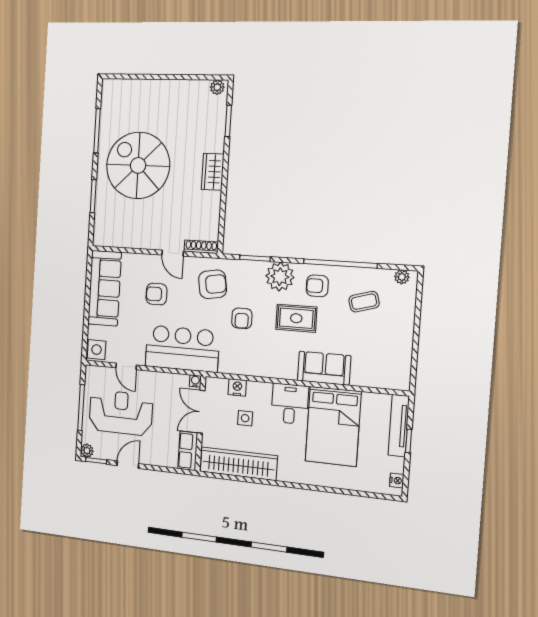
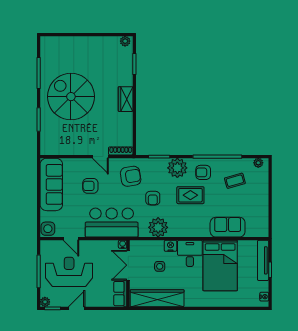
plant: (247, 361) -> (158, 227), added
sofa: (324, 368) -> (228, 227), moved
nightstand: (237, 387) -> (171, 246), moved

